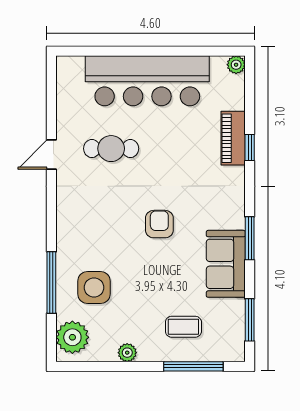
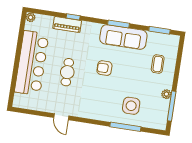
cafe table: (111, 149) -> (67, 72), moved
sofa: (226, 264) -> (123, 37), width x1.36
plant: (72, 337) -> (154, 120), removed
window: (193, 366) -> (172, 106), moved

